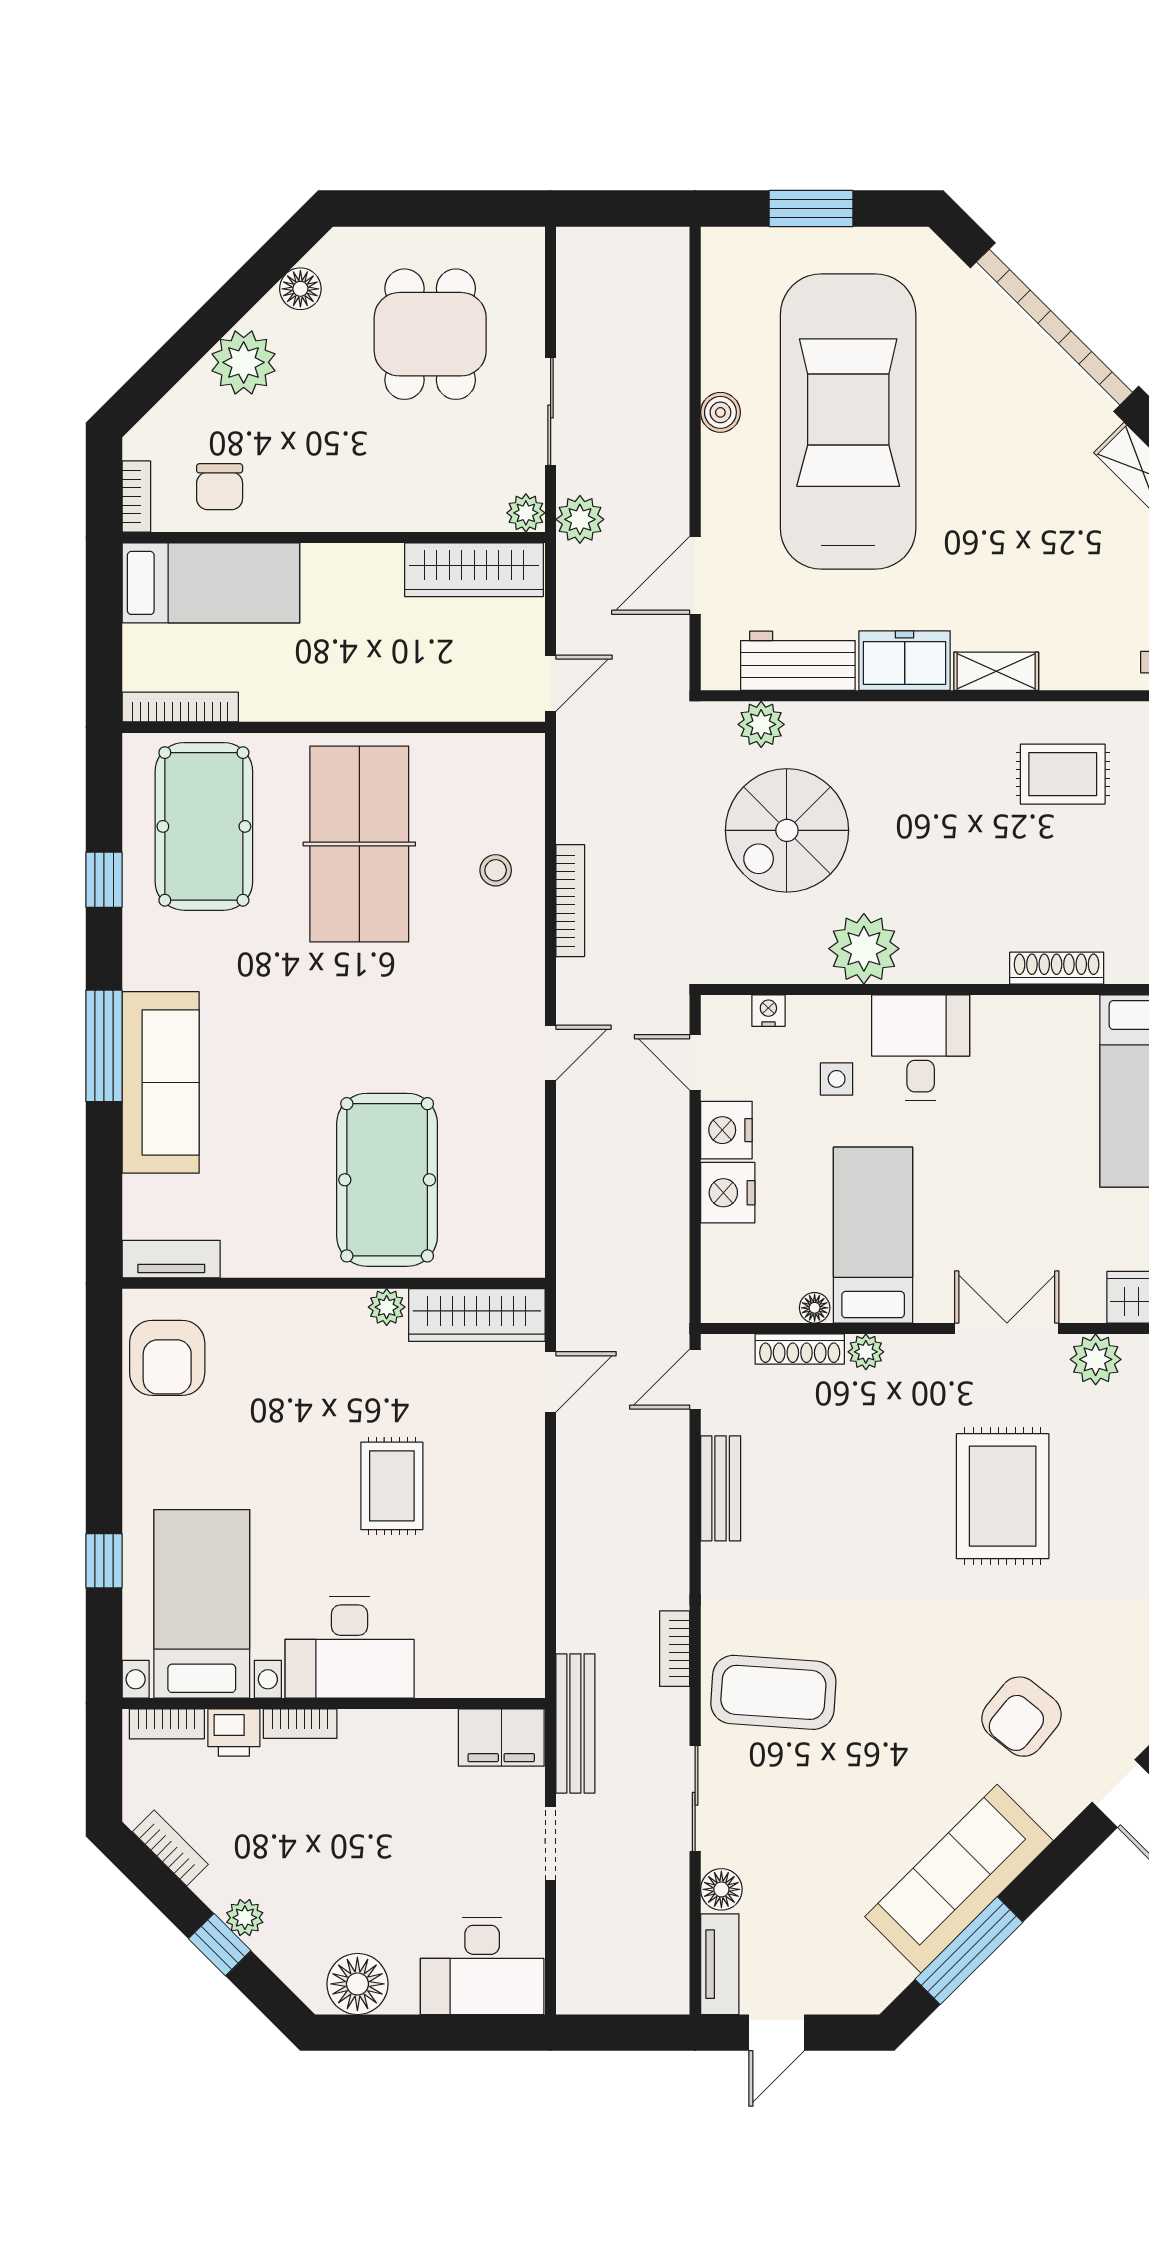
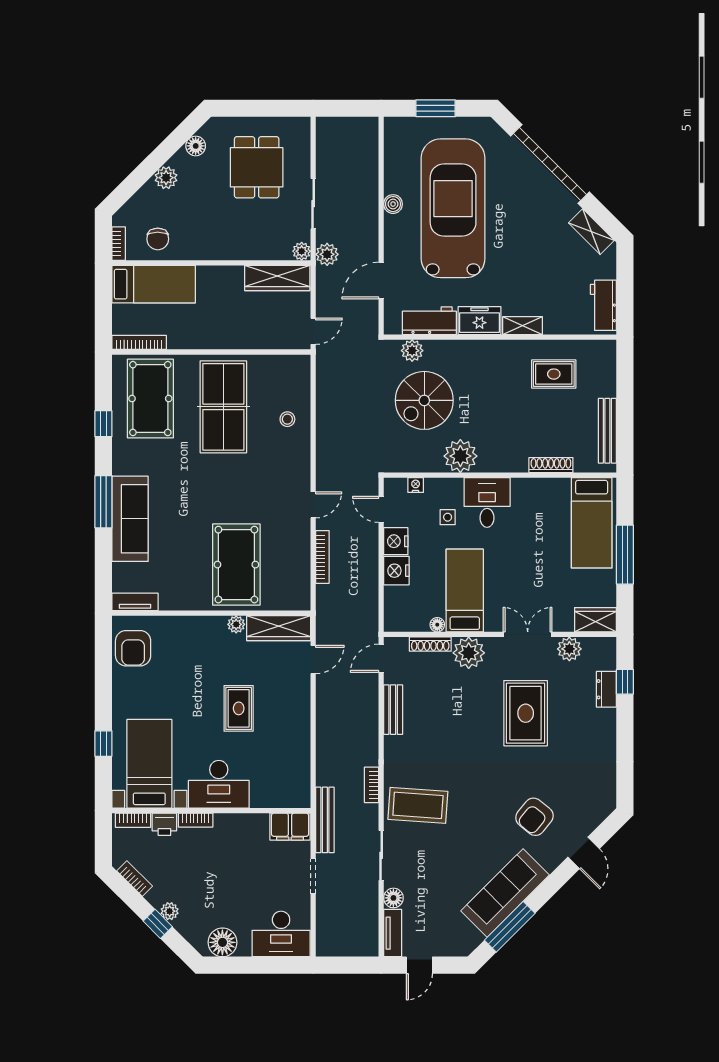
plant: (244, 362) -> (166, 178), width x0.73, depth x0.73
bookcase: (570, 901) -> (322, 557), moved
plant: (866, 1352) -> (469, 653), width x1.87, depth x1.87

